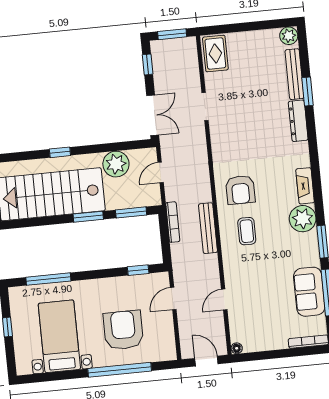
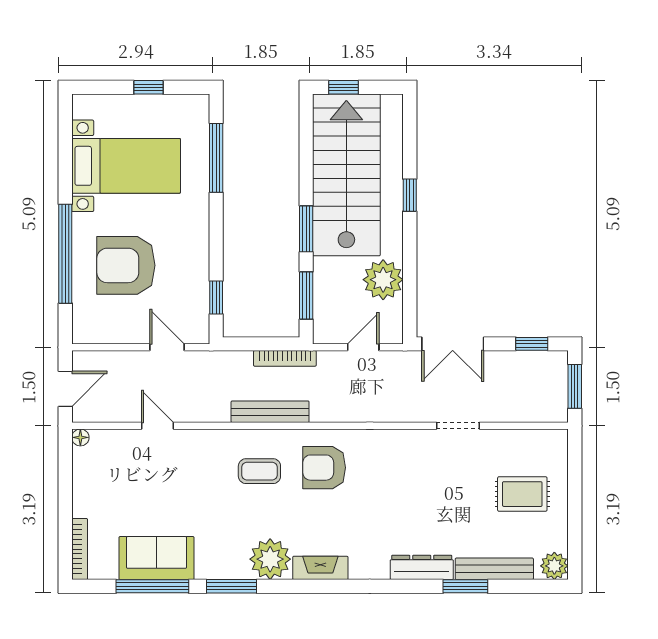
rug: (215, 53) -> (522, 494), moved
door: (161, 172) -> (363, 347), hinge flipped
armchair: (123, 330) -> (126, 265), turned 180

